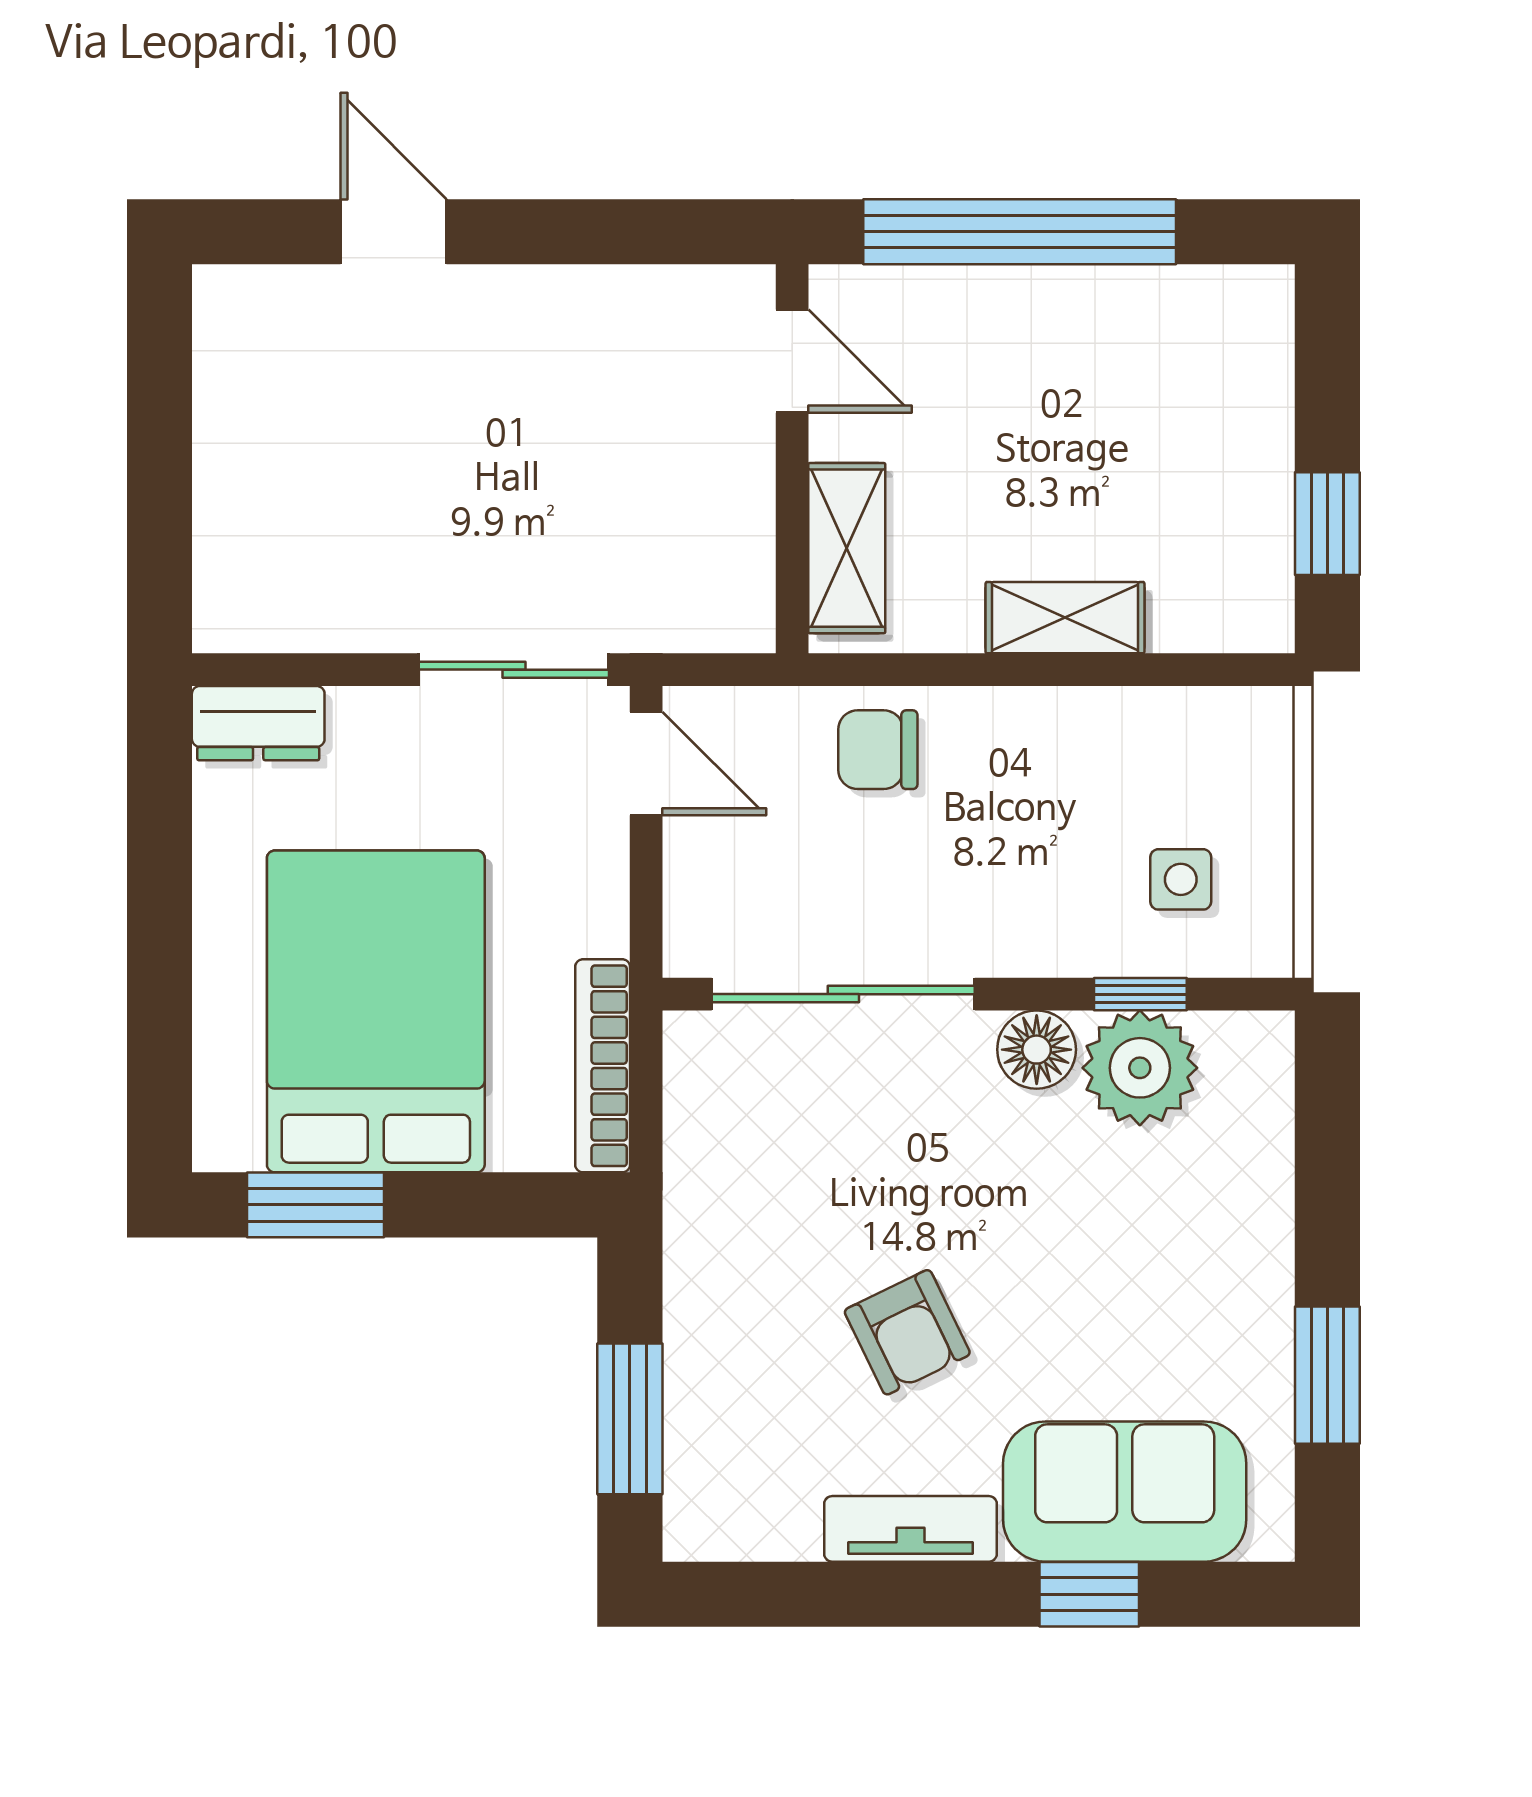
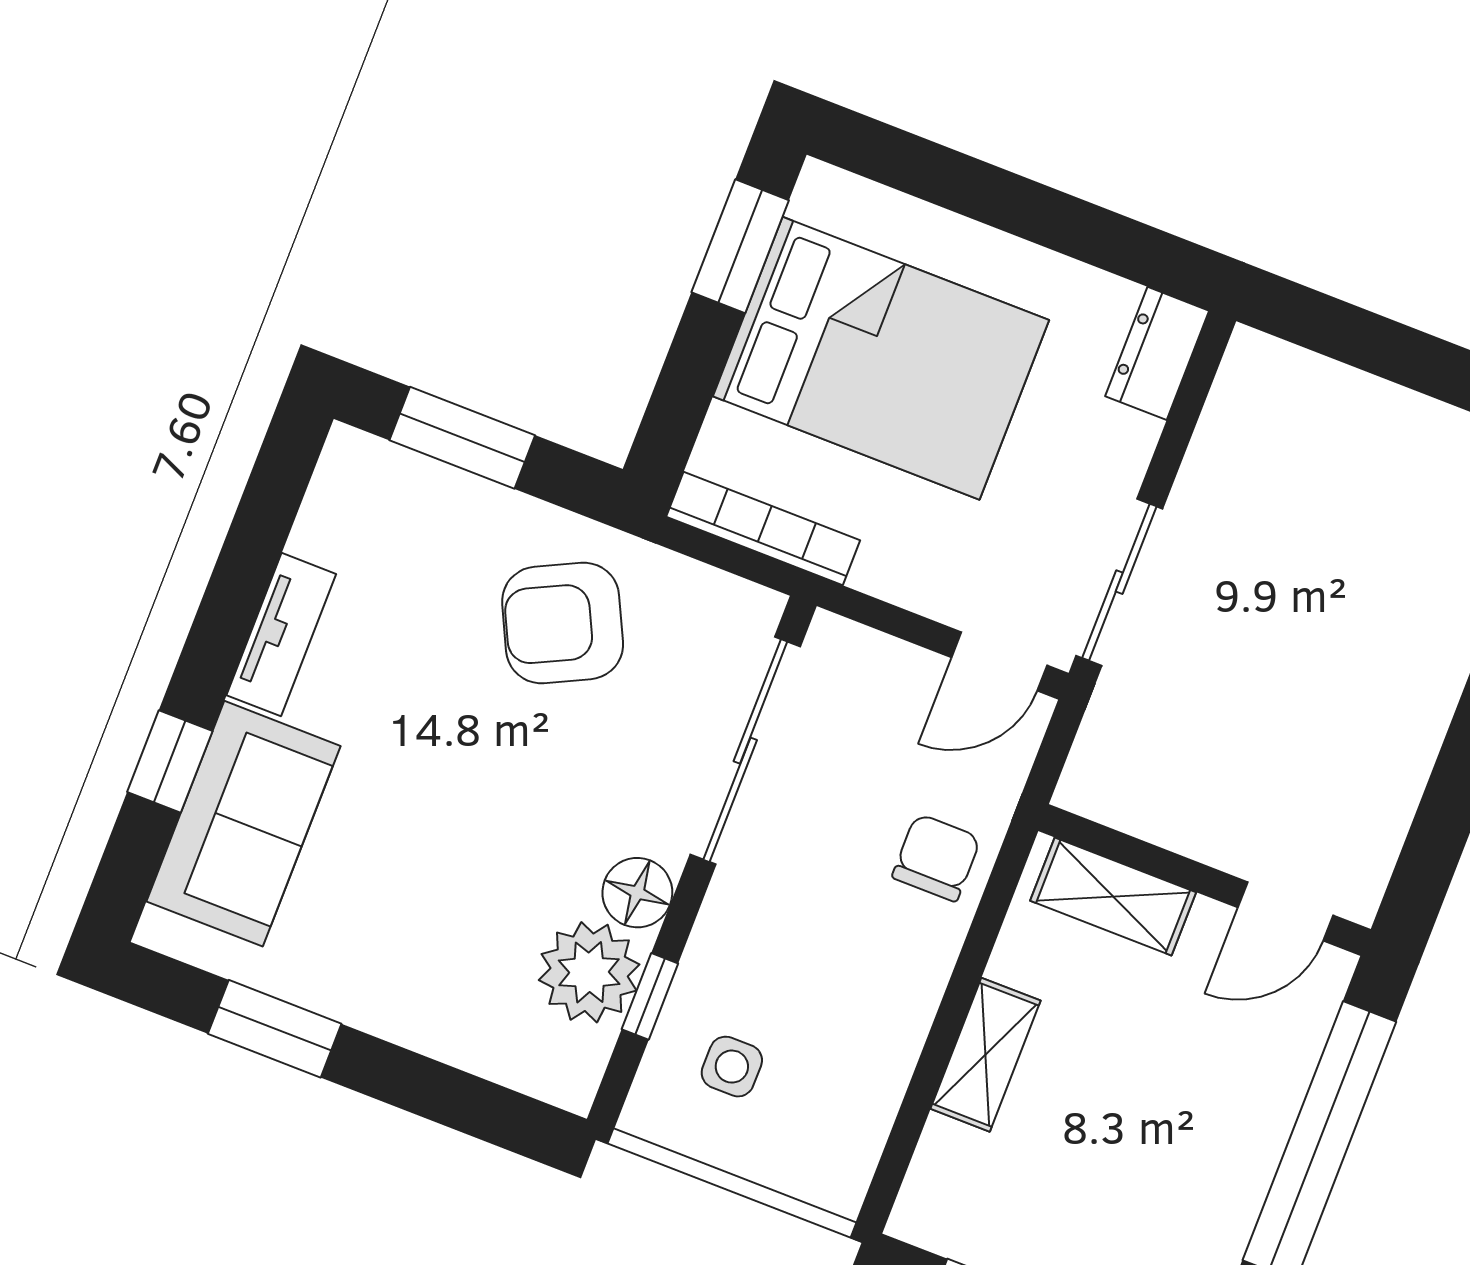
armchair: (907, 1332) -> (563, 623), moved, width x1.38, depth x1.38

